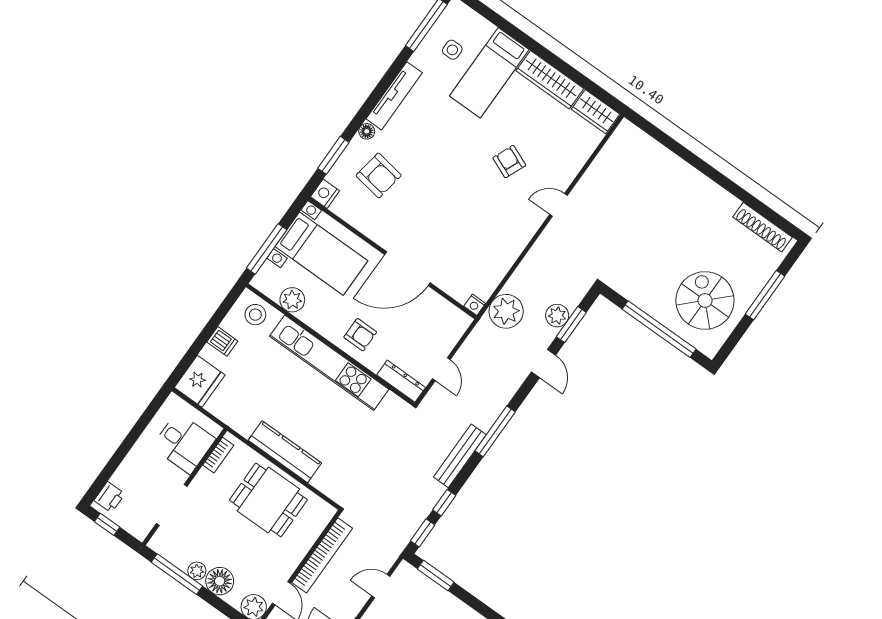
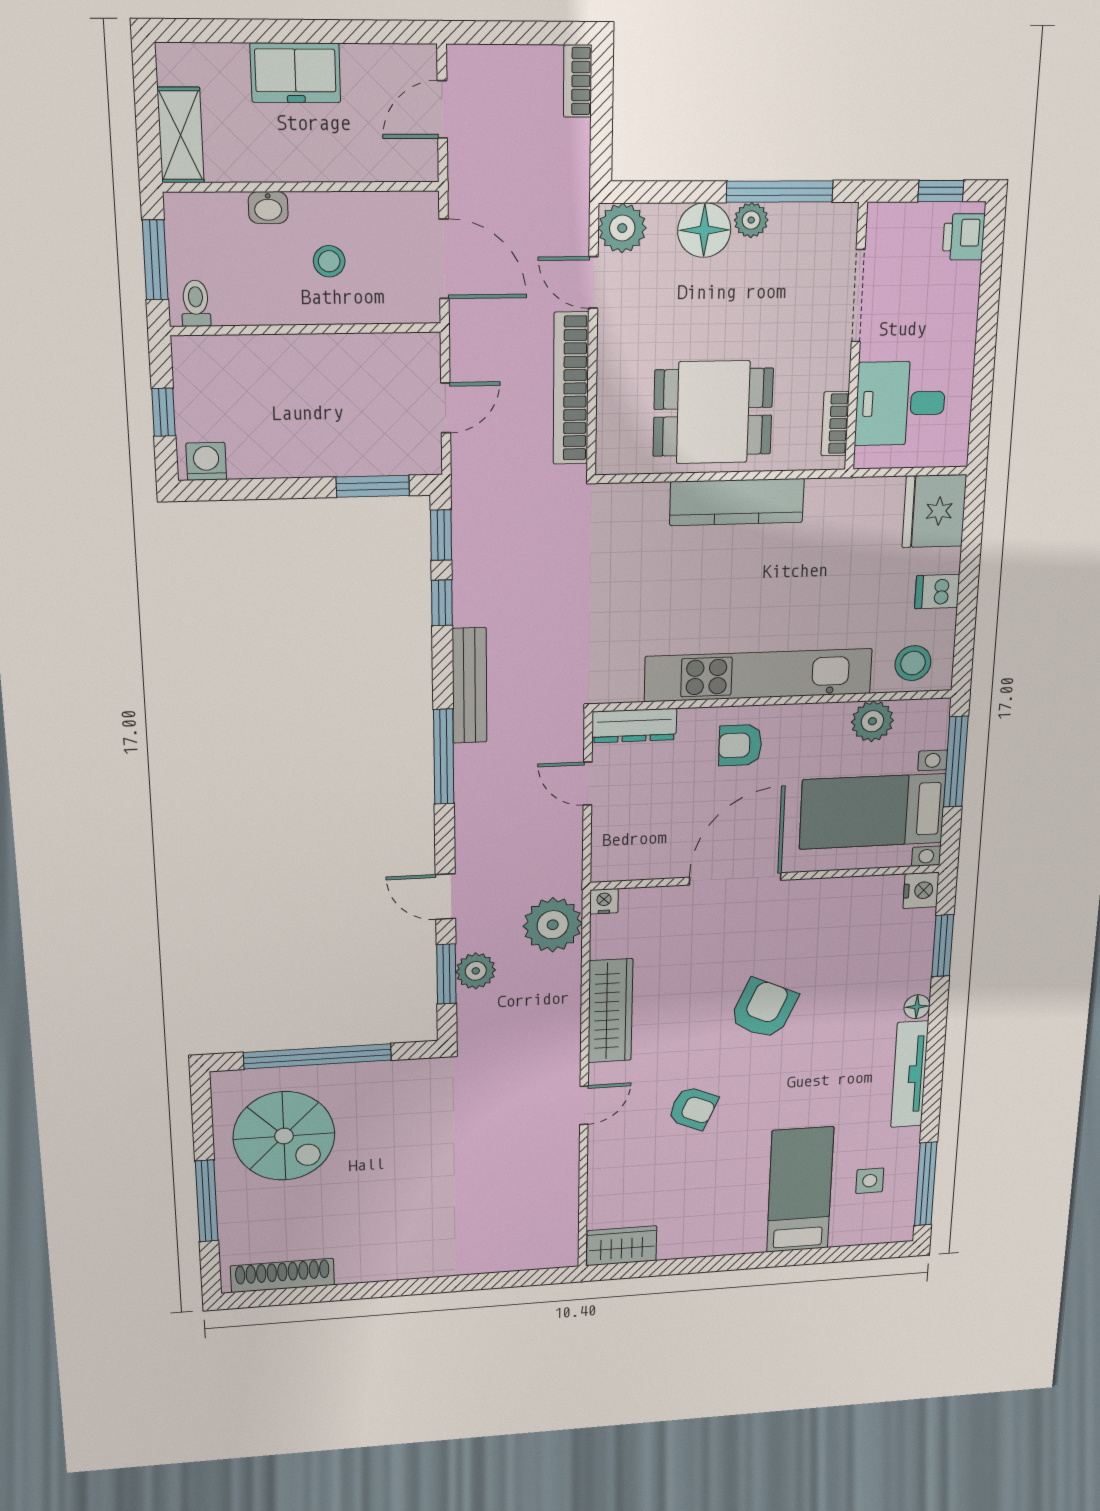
wardrobe: (550, 80) -> (610, 1011), moved, turned 90
armchair: (379, 175) -> (764, 1009), moved, turned 105

